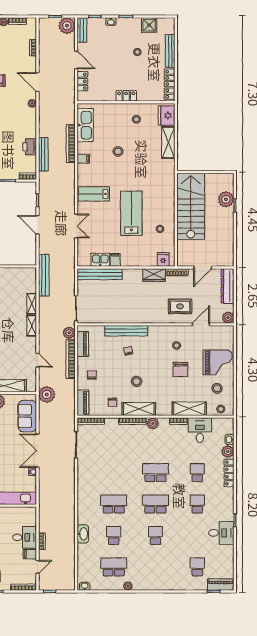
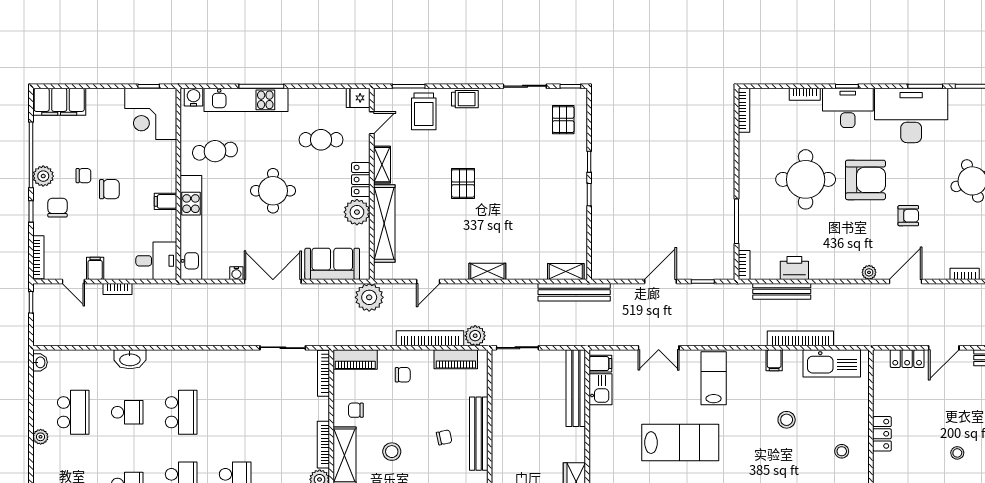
filing cabinet: (115, 260) -> (600, 364), moved
shelving: (32, 304) -> (566, 271), moved
desk: (25, 537) -> (156, 261), moved, turned -90

